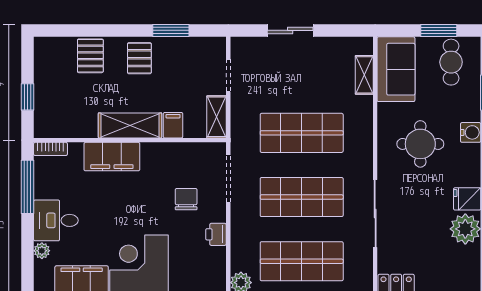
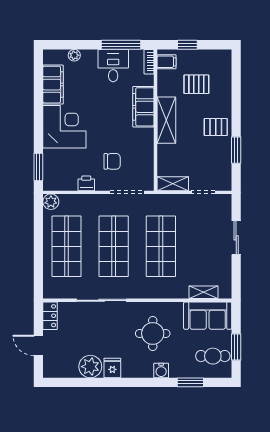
pallet: (90, 56) -> (196, 84), moved
filing cabinet: (173, 125) -> (166, 62), moved
desk: (56, 220) -> (113, 66), moved

